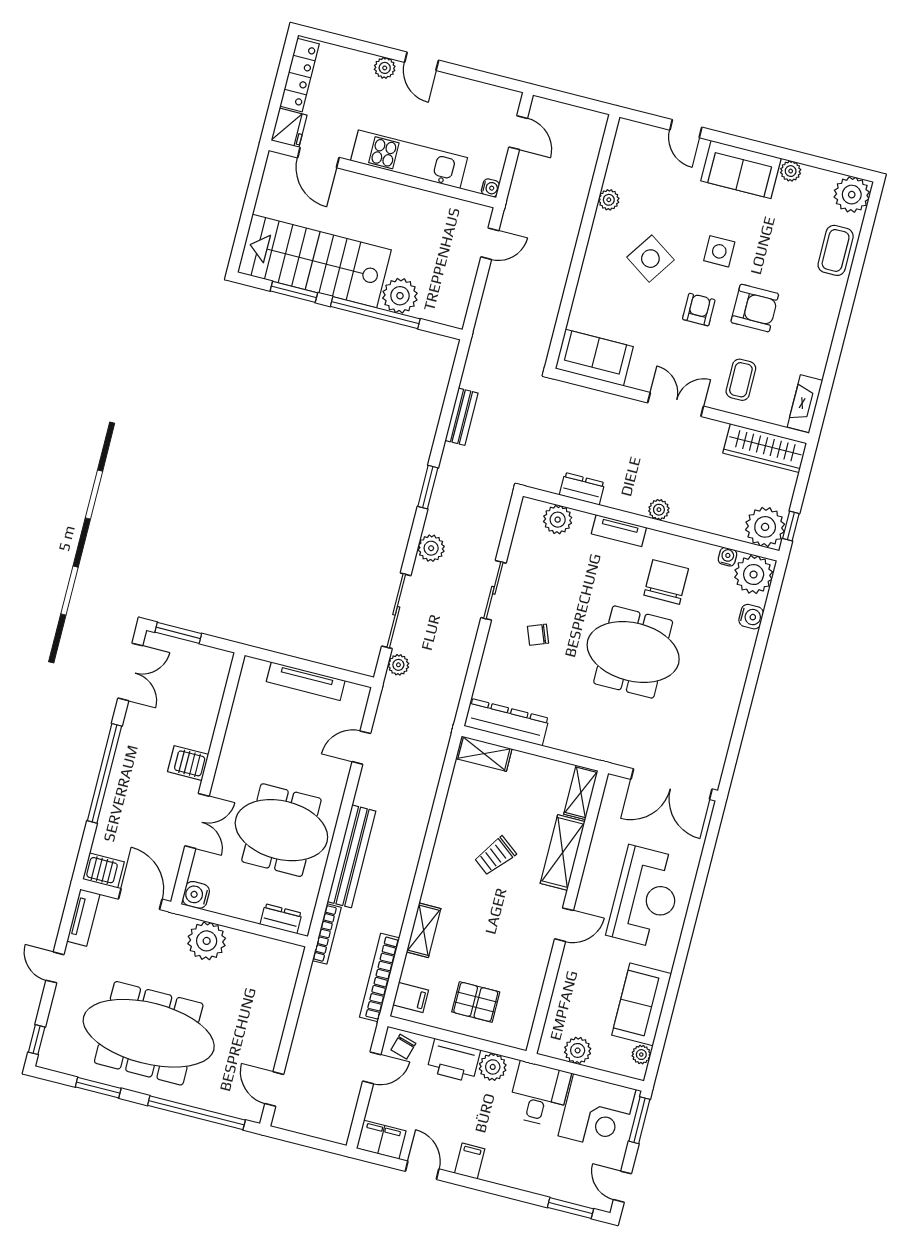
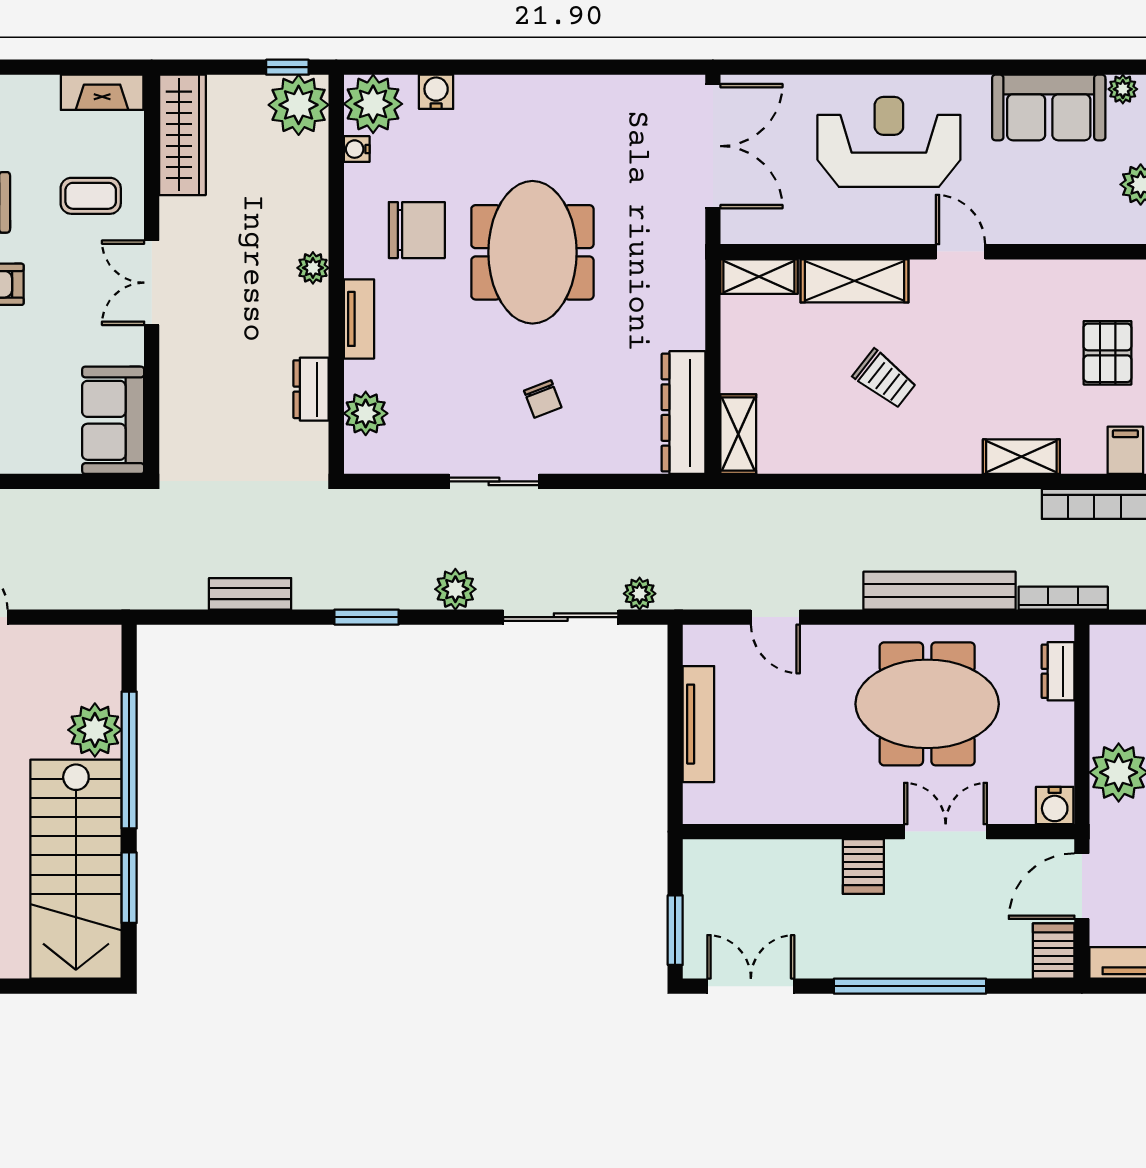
chair: (666, 582) -> (417, 230), turned 180
meeting table: (281, 830) -> (927, 704), turned 90

